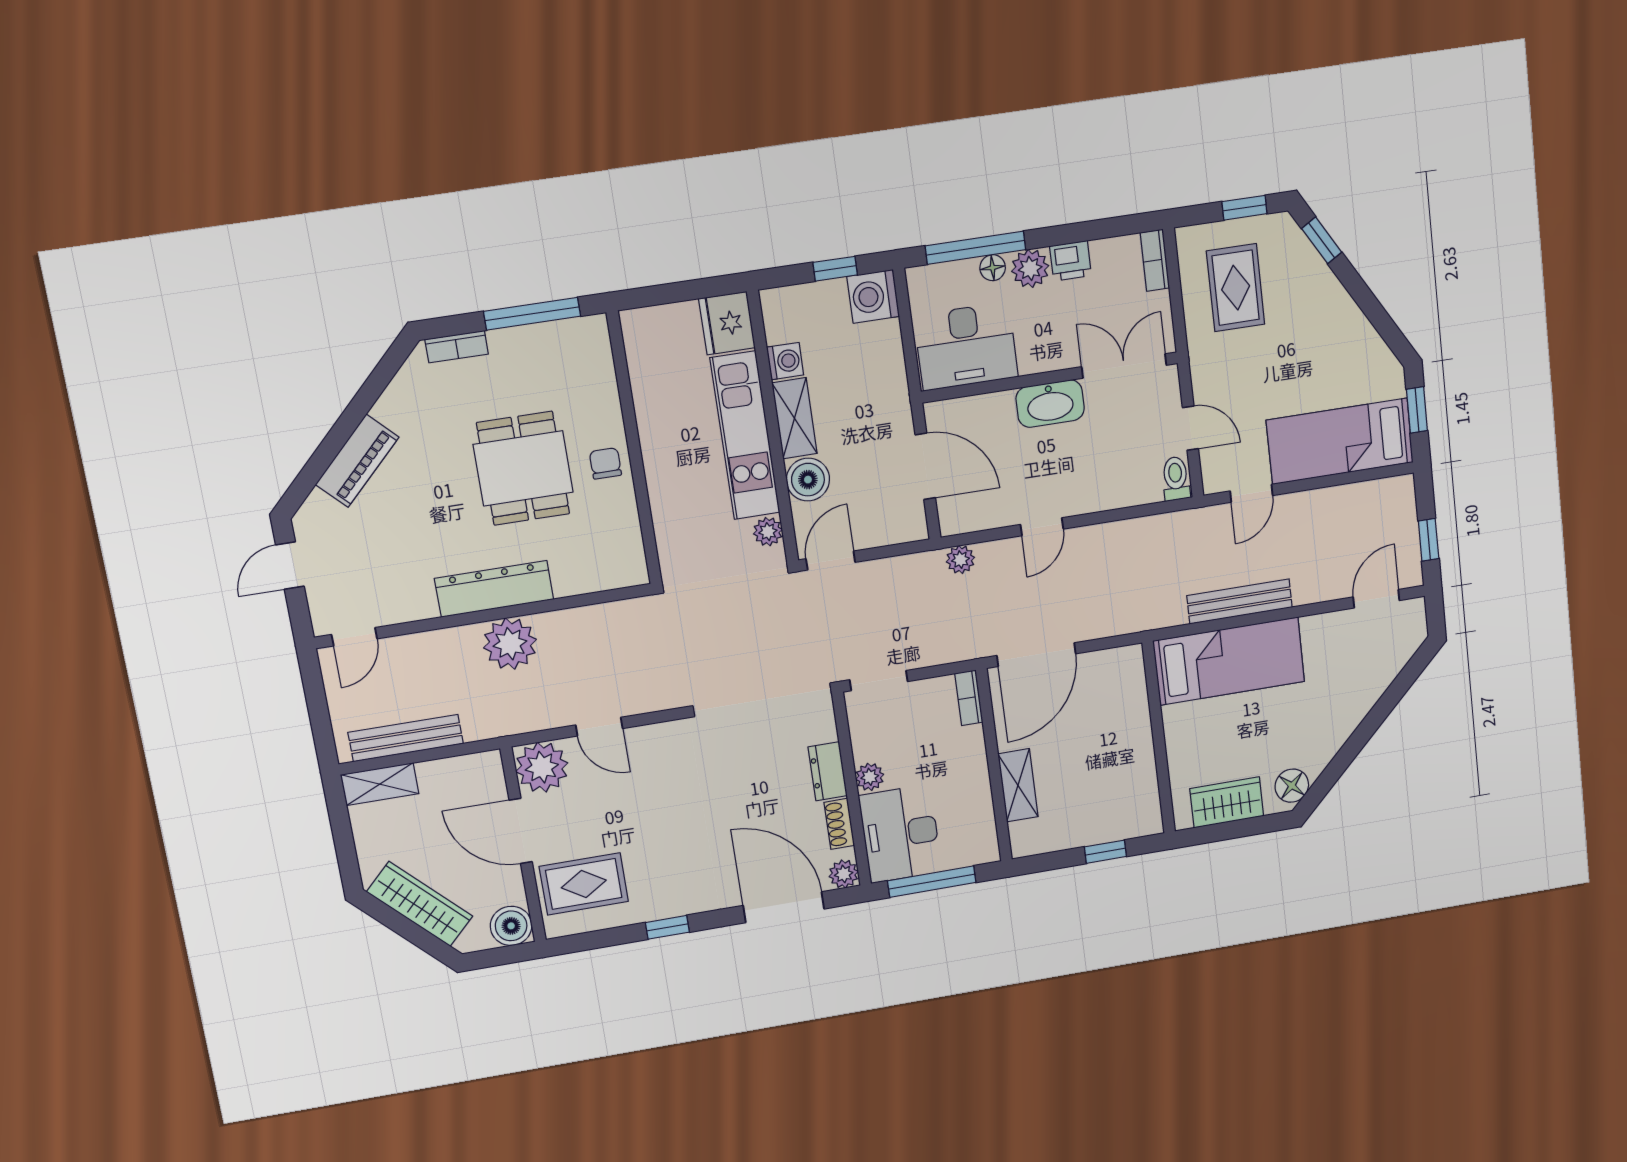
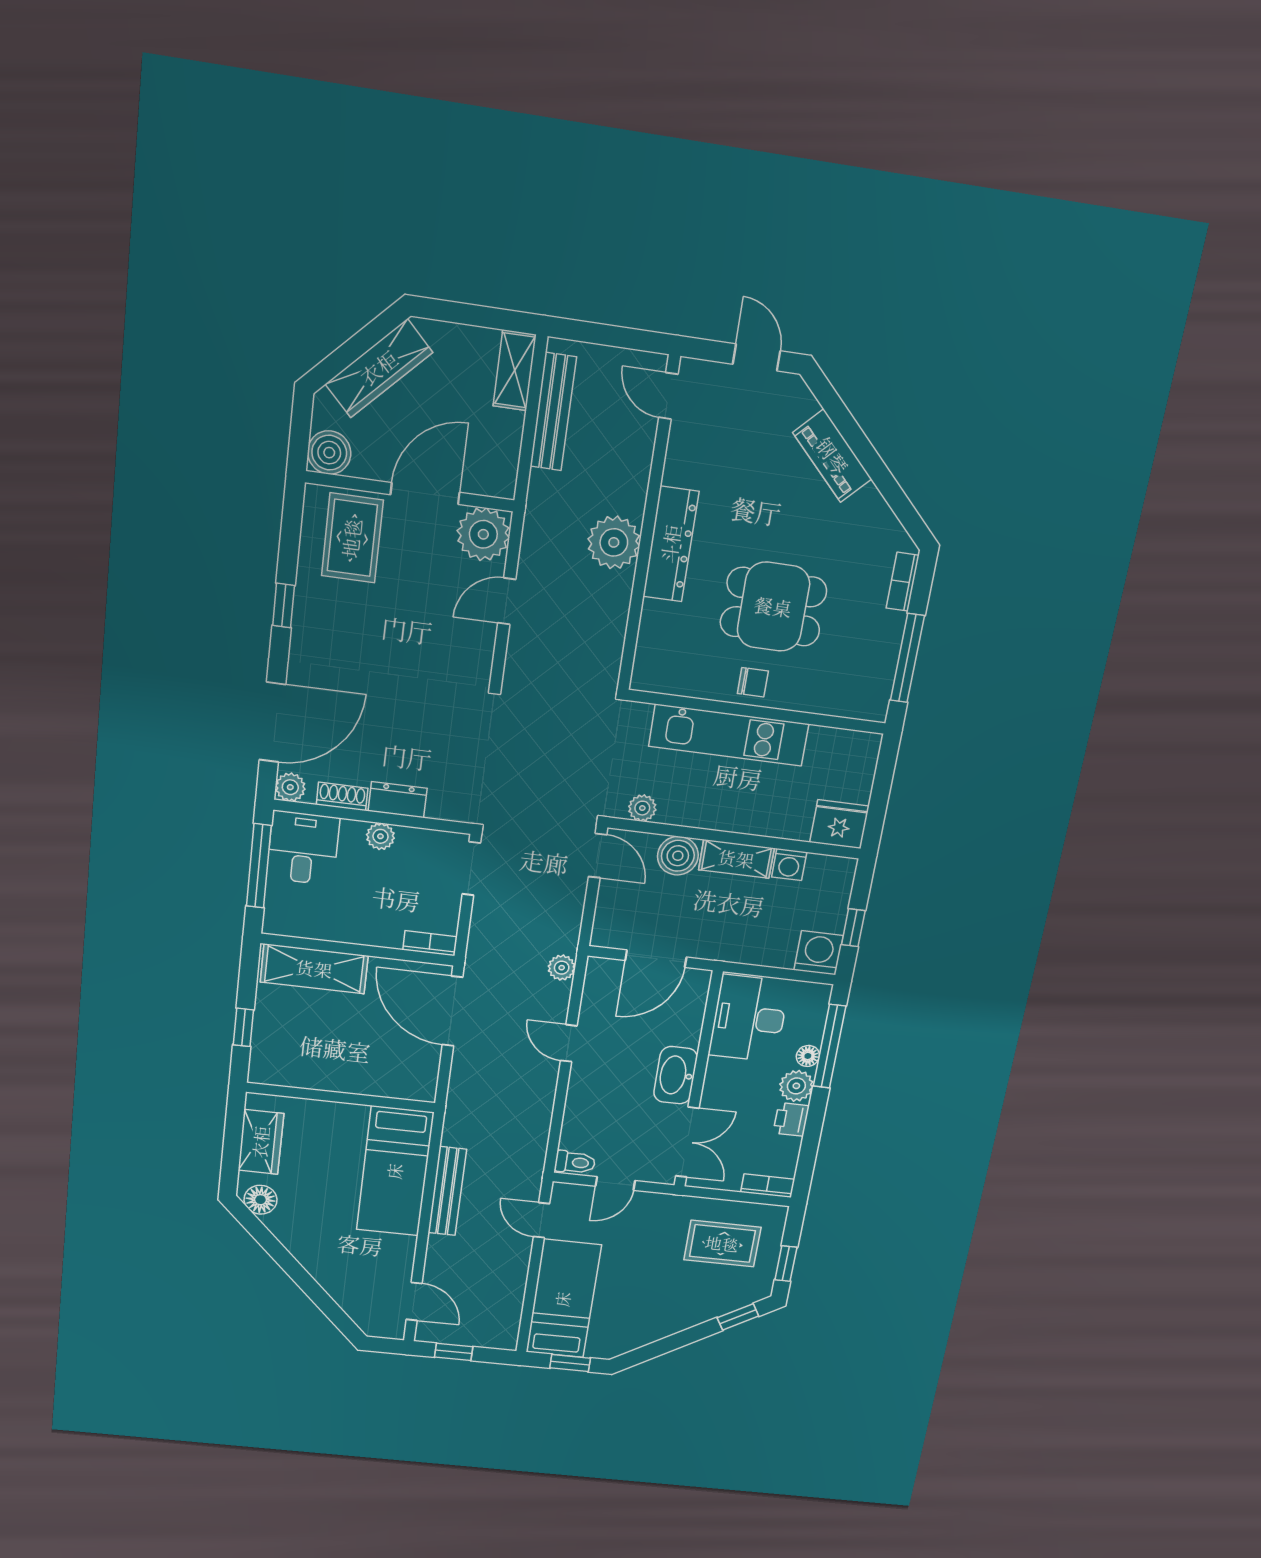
kitchen unit: (745, 436) -> (729, 735), moved, turned 180
shelving: (1018, 785) -> (314, 969), width x1.50, depth x1.33
desk: (900, 834) -> (303, 848), width x0.73

